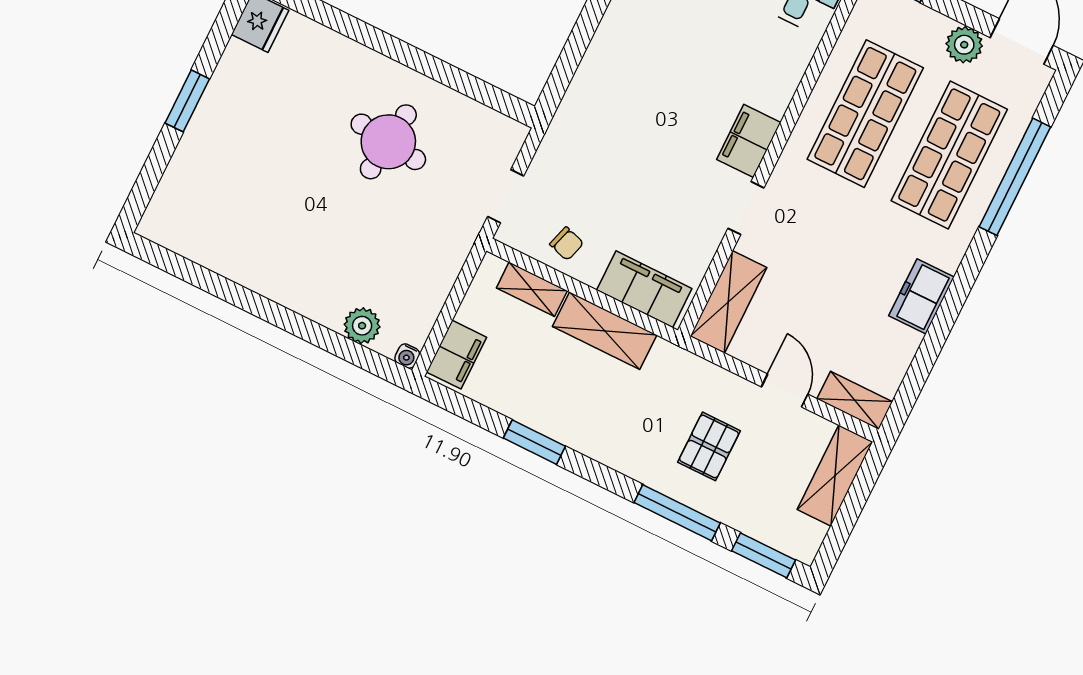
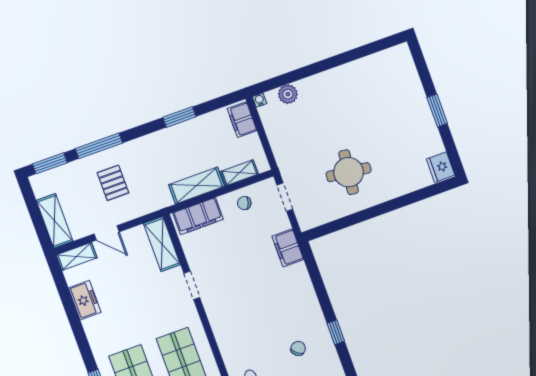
filing cabinet: (749, 141) -> (288, 248), moved, turned 180
freezer: (921, 296) -> (85, 300), moved

